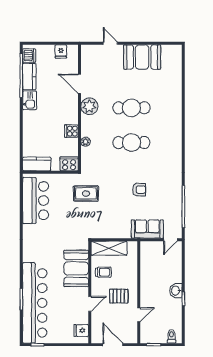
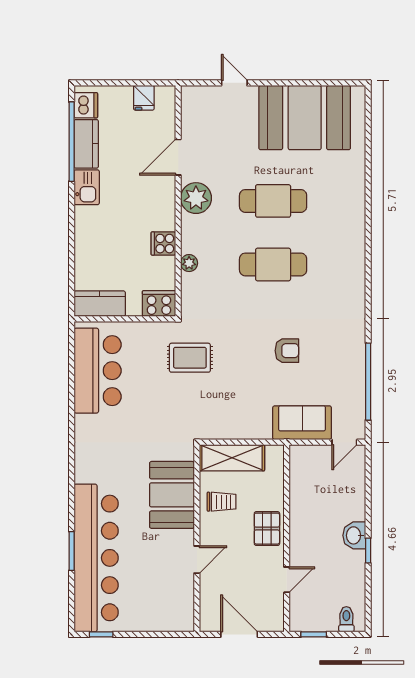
booth: (142, 57) -> (305, 118), width x1.36, depth x1.42
door: (80, 84) -> (178, 157), hinge flipped
pallet: (119, 296) -> (267, 529), moved, turned 90
fridge: (81, 330) -> (181, 608), removed

